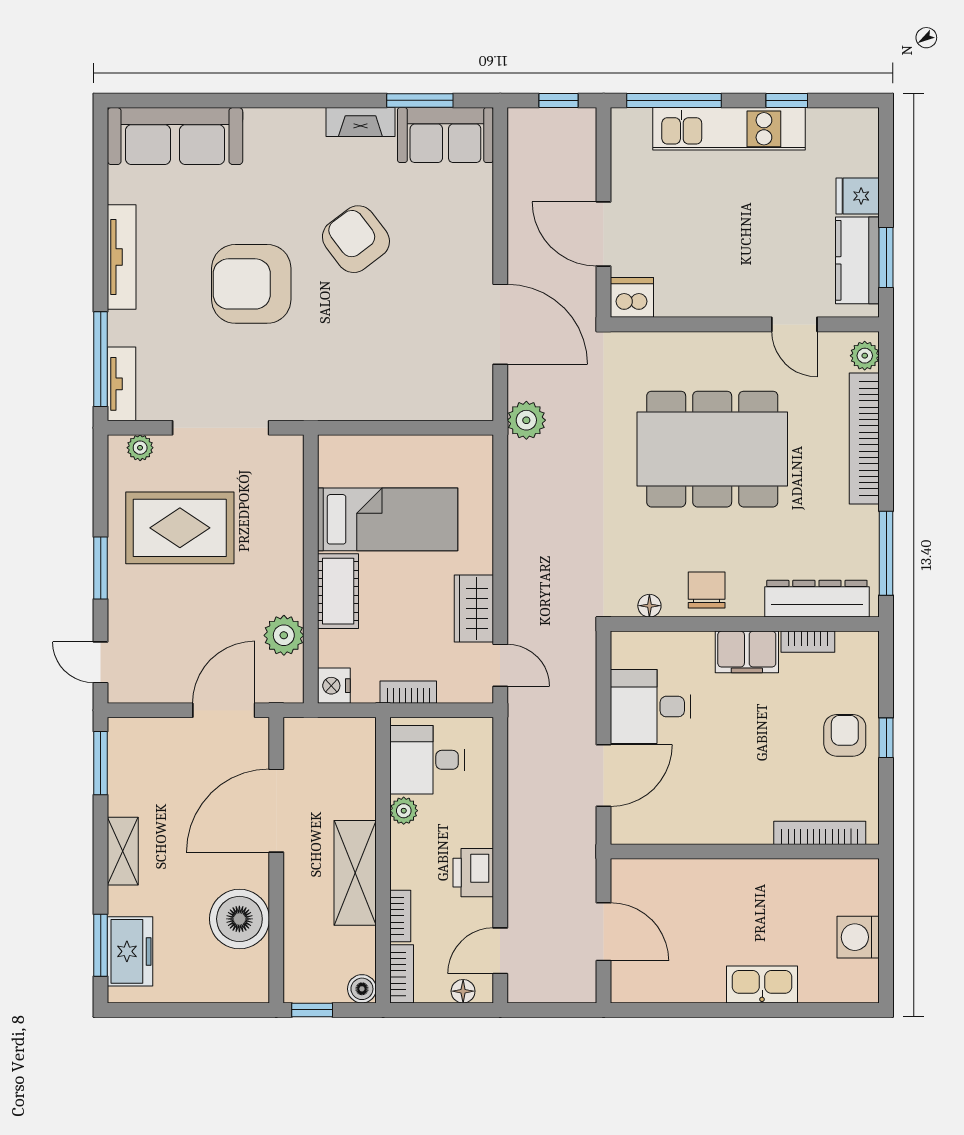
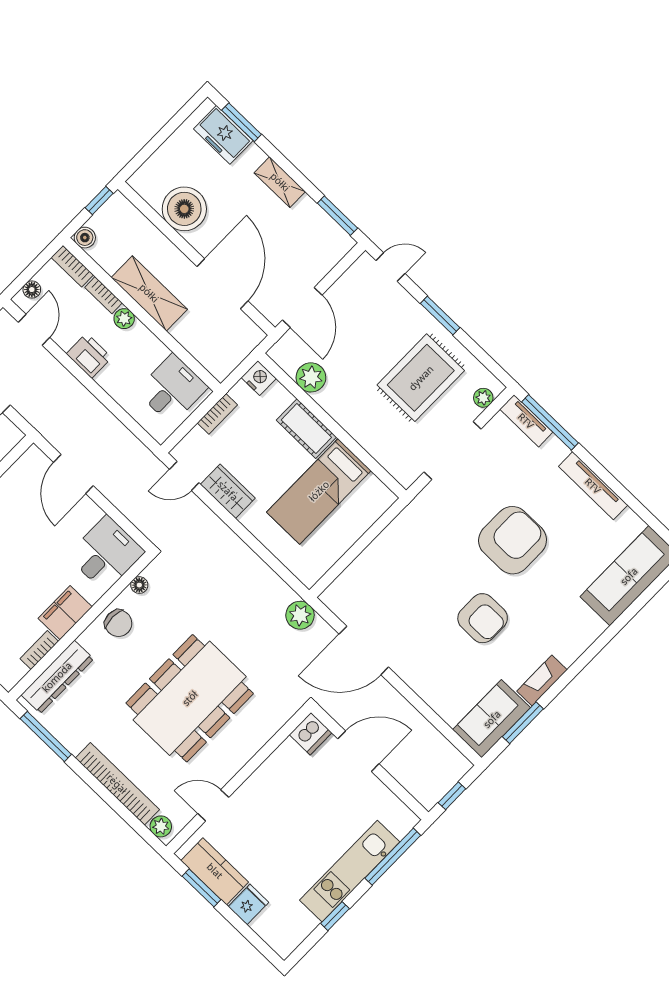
armchair: (356, 239) -> (483, 618), turned 37
desk: (651, 707) -> (106, 554), moved
plant: (404, 811) -> (124, 319), moved

